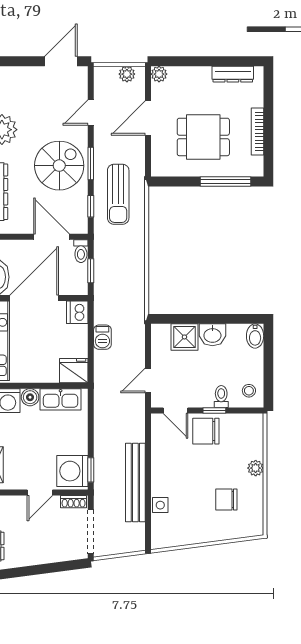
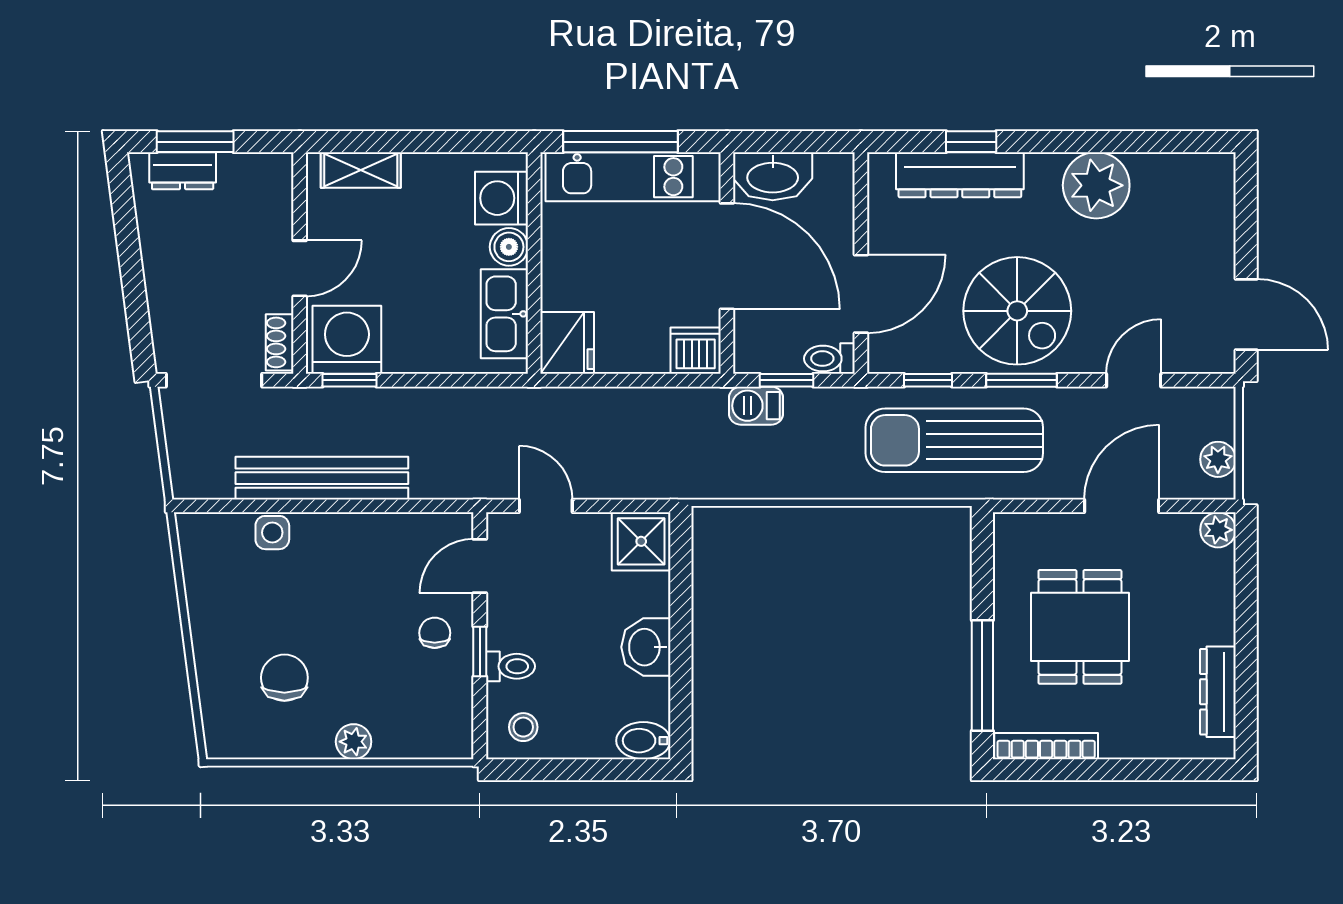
door: (91, 112) -> (1134, 380), hinge flipped
door: (148, 118) -> (1122, 506), hinge flipped
bookcase: (258, 131) -> (1046, 746), moved
sun lounger: (118, 194) -> (954, 440), width x1.36, depth x1.34
barbecue: (102, 337) -> (756, 406), moved
shower: (184, 337) -> (641, 541), moved
chair: (206, 431) -> (435, 633), width x0.54, depth x0.54
door: (40, 493) -> (300, 268), swing flipped

